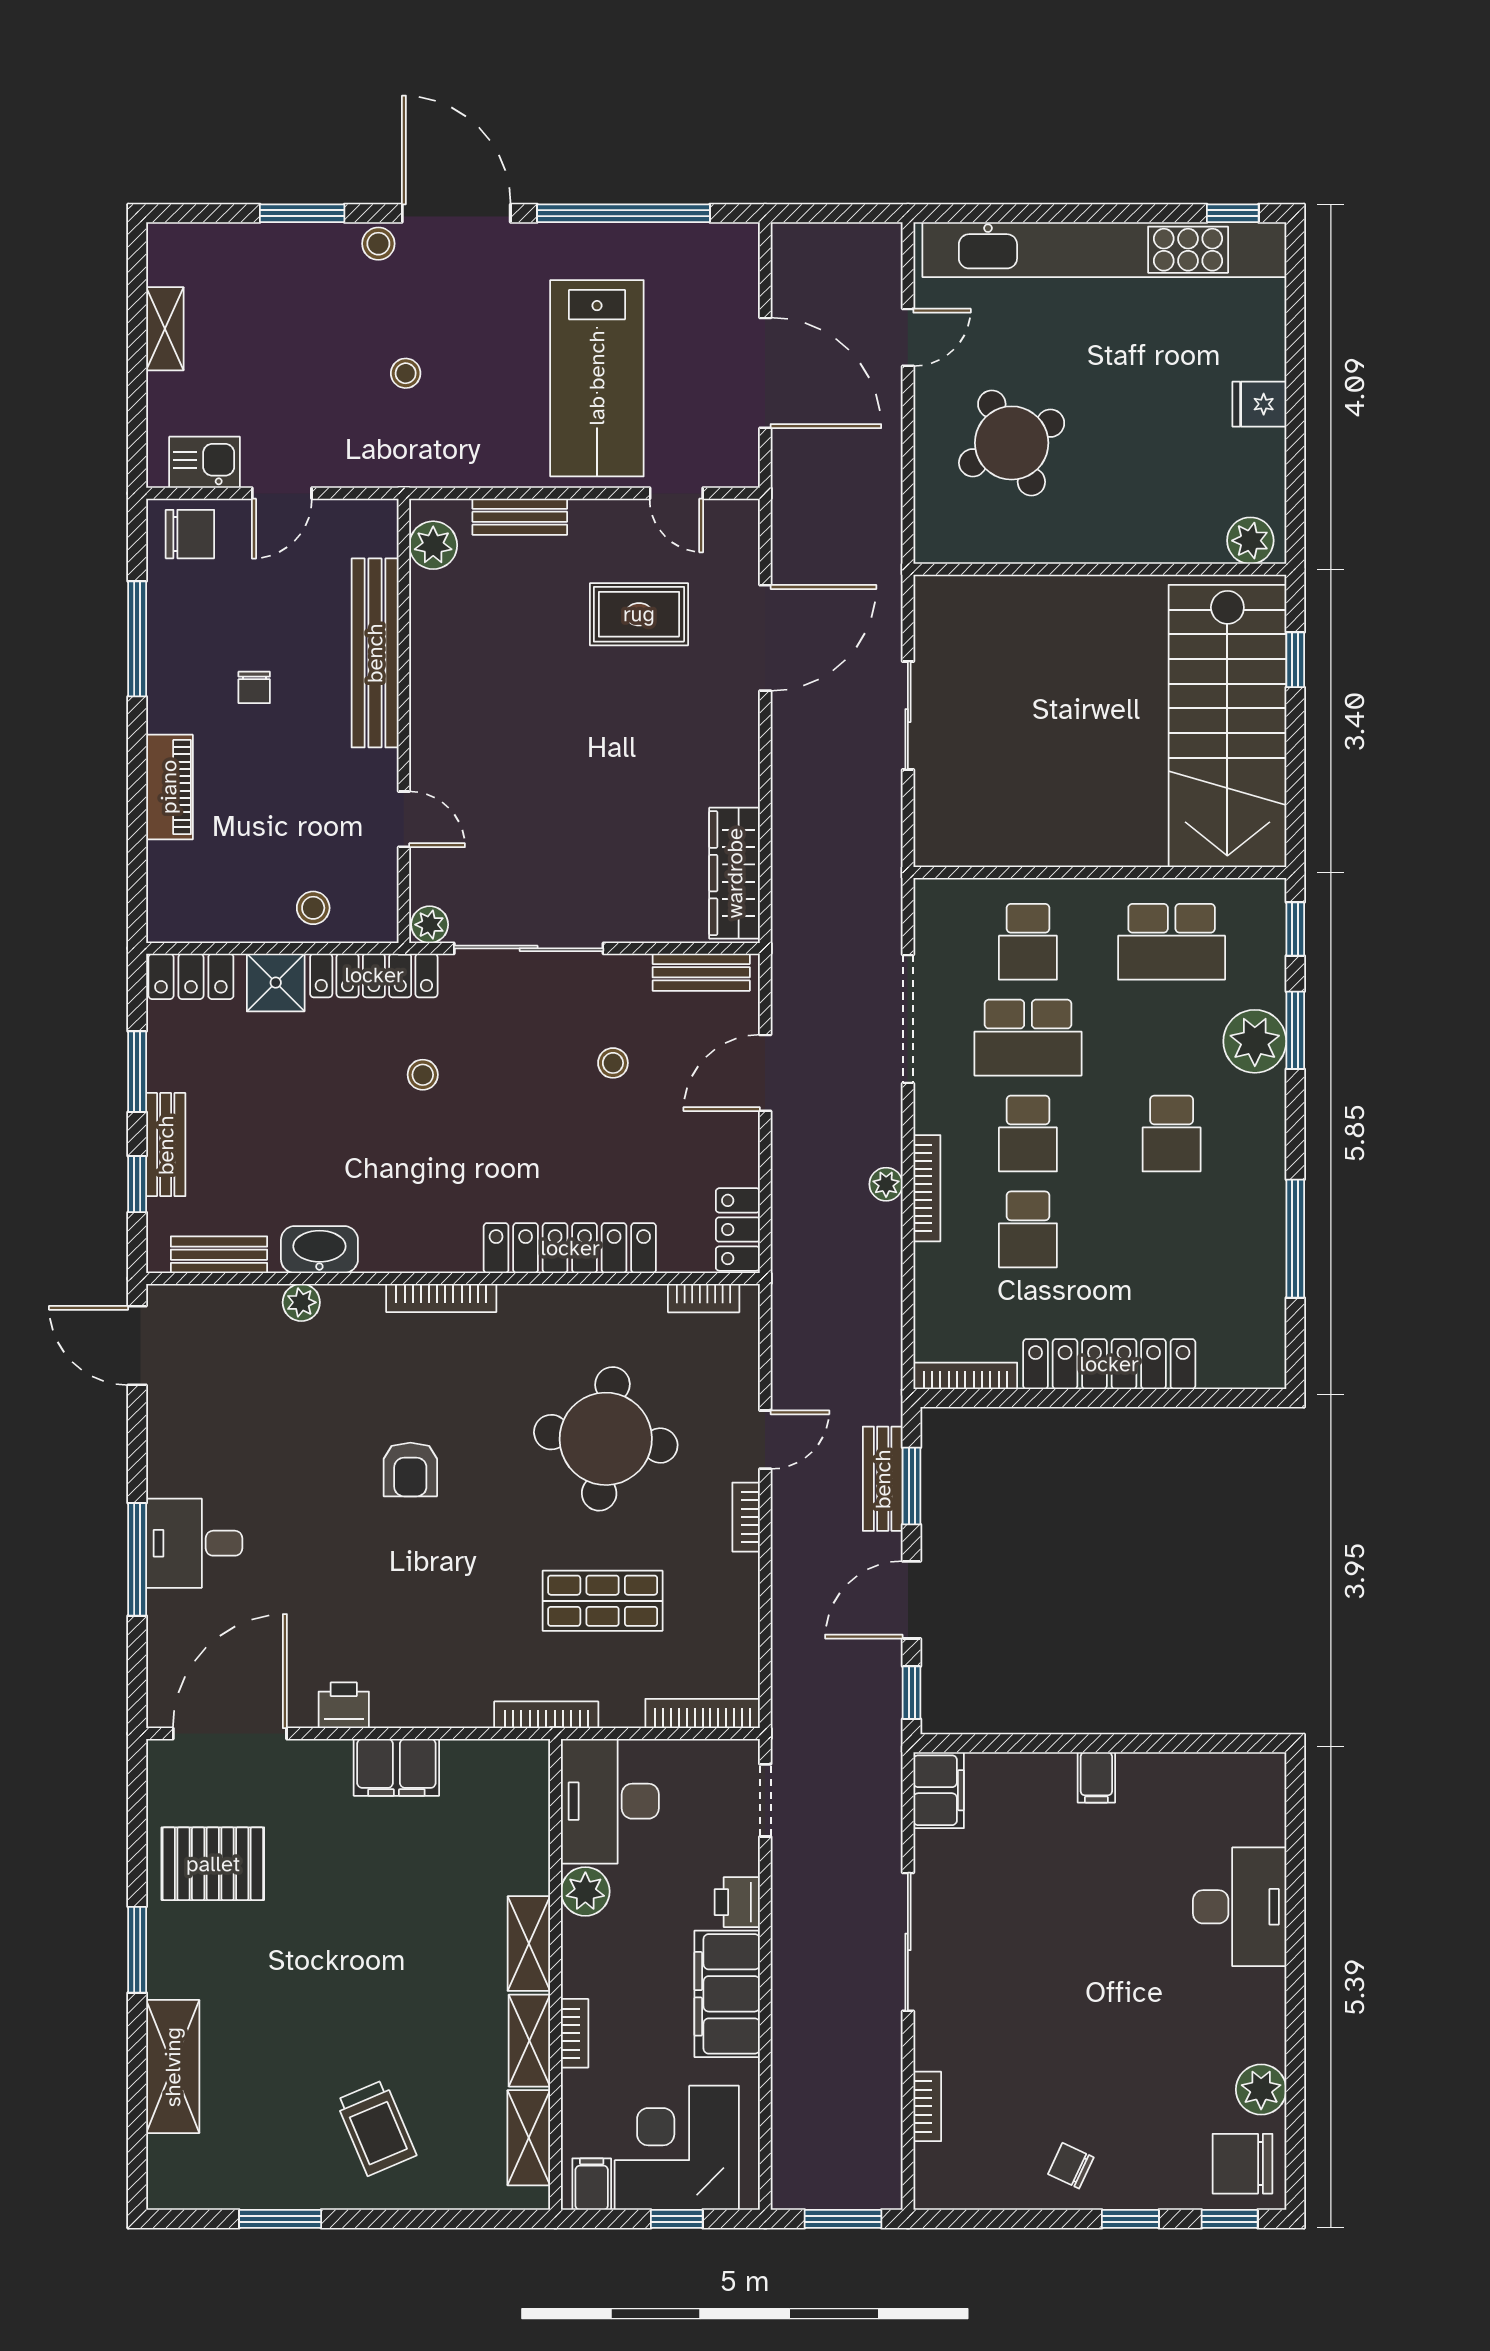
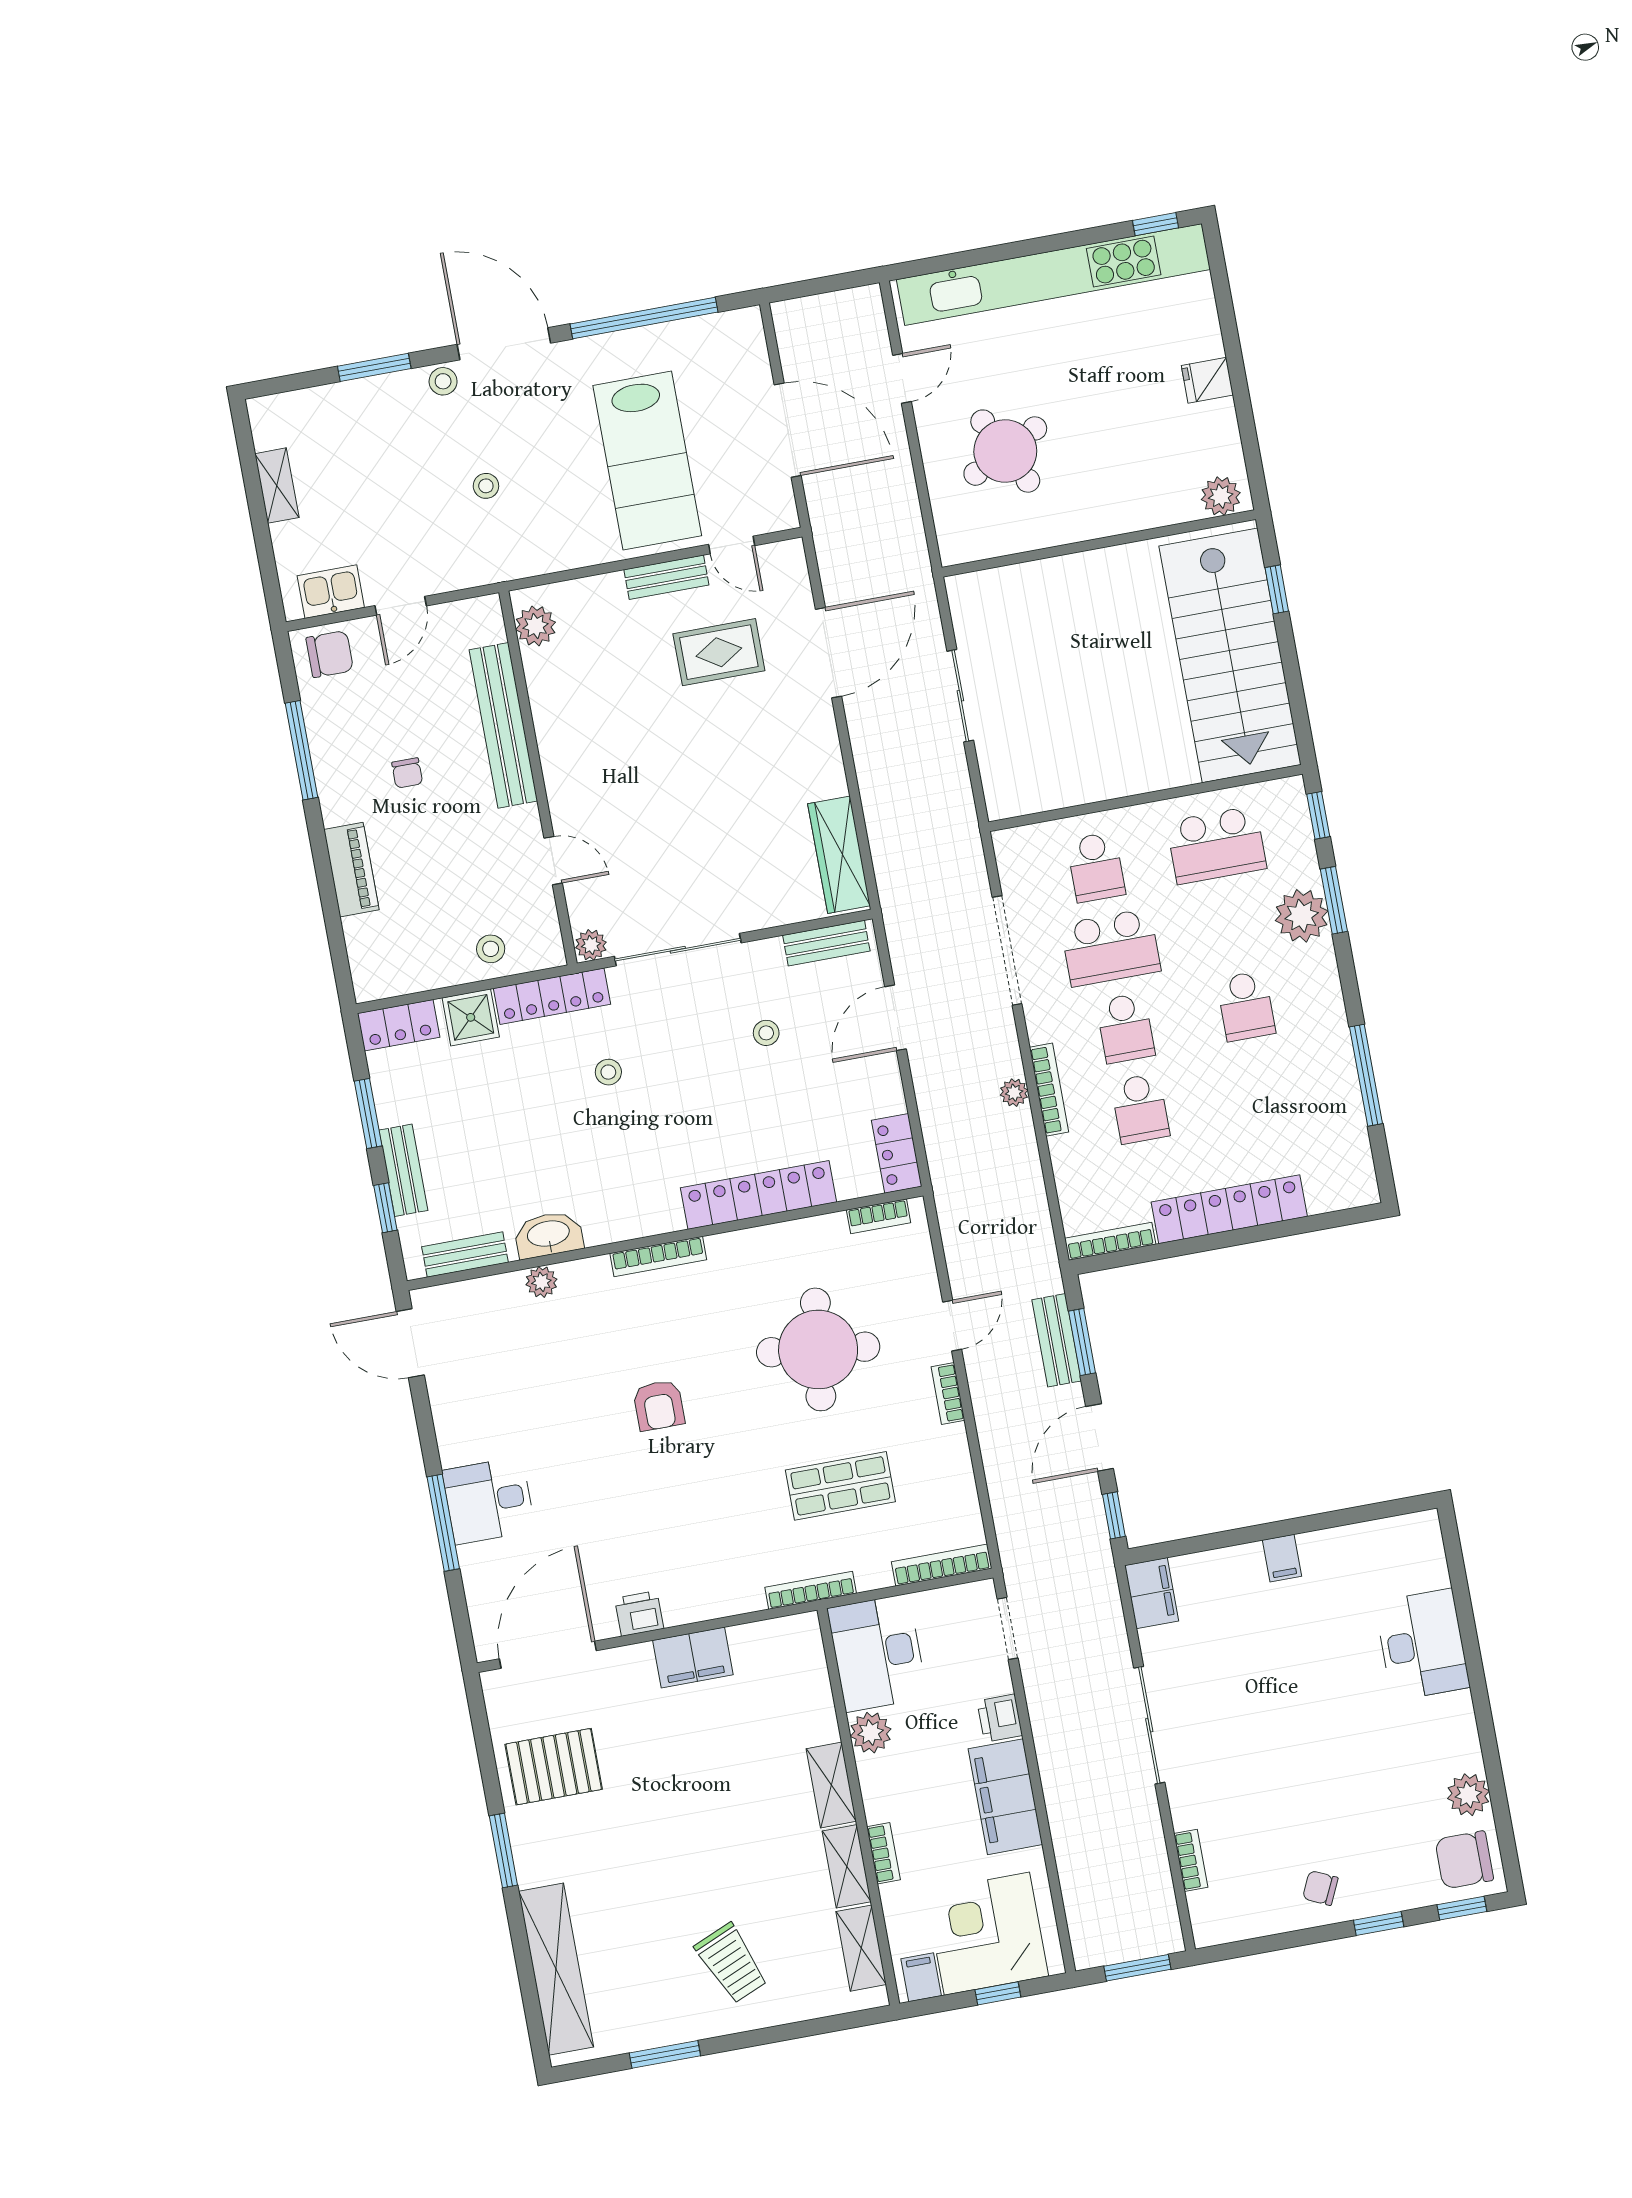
bench: (520, 517) -> (666, 577), moved
shelving: (173, 2067) -> (556, 1969), width x1.47

